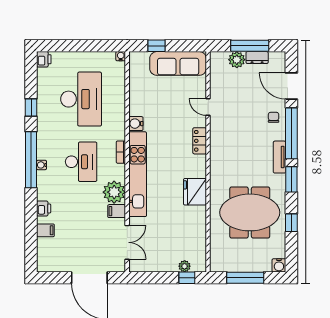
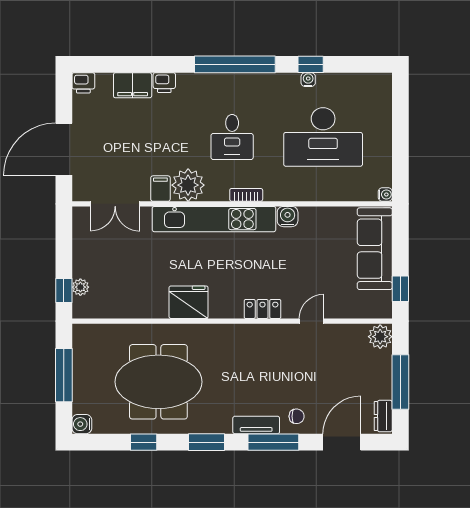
window: (156, 46) -> (400, 289), moved
dresser: (257, 58) -> (383, 416), moved
printer: (44, 59) -> (83, 83), moved
plant: (237, 60) -> (380, 337), moved
sofa: (178, 63) -> (375, 249), moved
window: (291, 133) -> (273, 442), width x0.68
tv unit: (280, 157) -> (256, 425), moved
desk: (81, 162) -> (232, 137), width x0.73
water cooler: (42, 165) -> (308, 80), moved
meeting table: (250, 212) -> (158, 382), turned 90
filing cabinet: (45, 230) -> (133, 85), width x2.00

